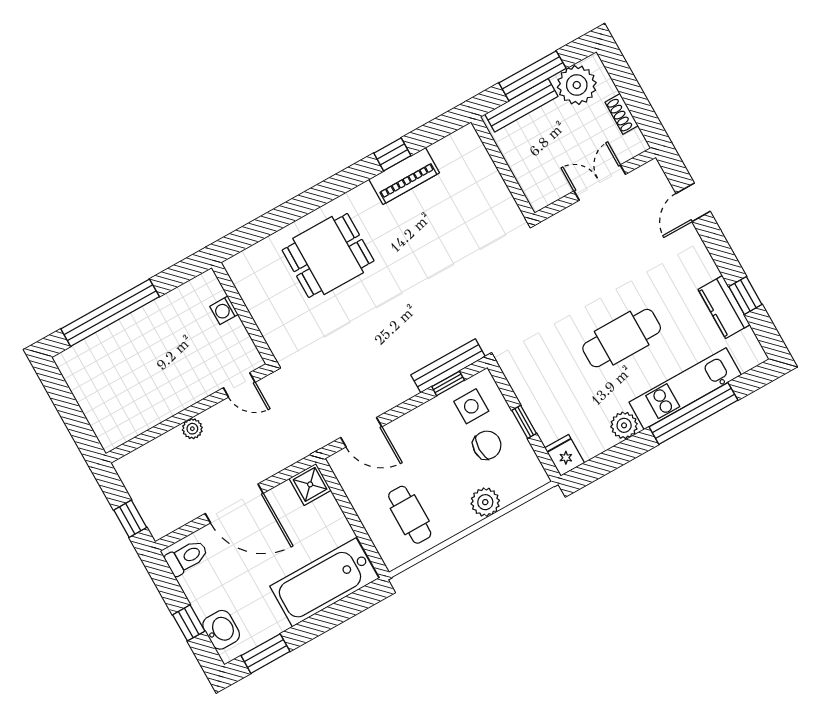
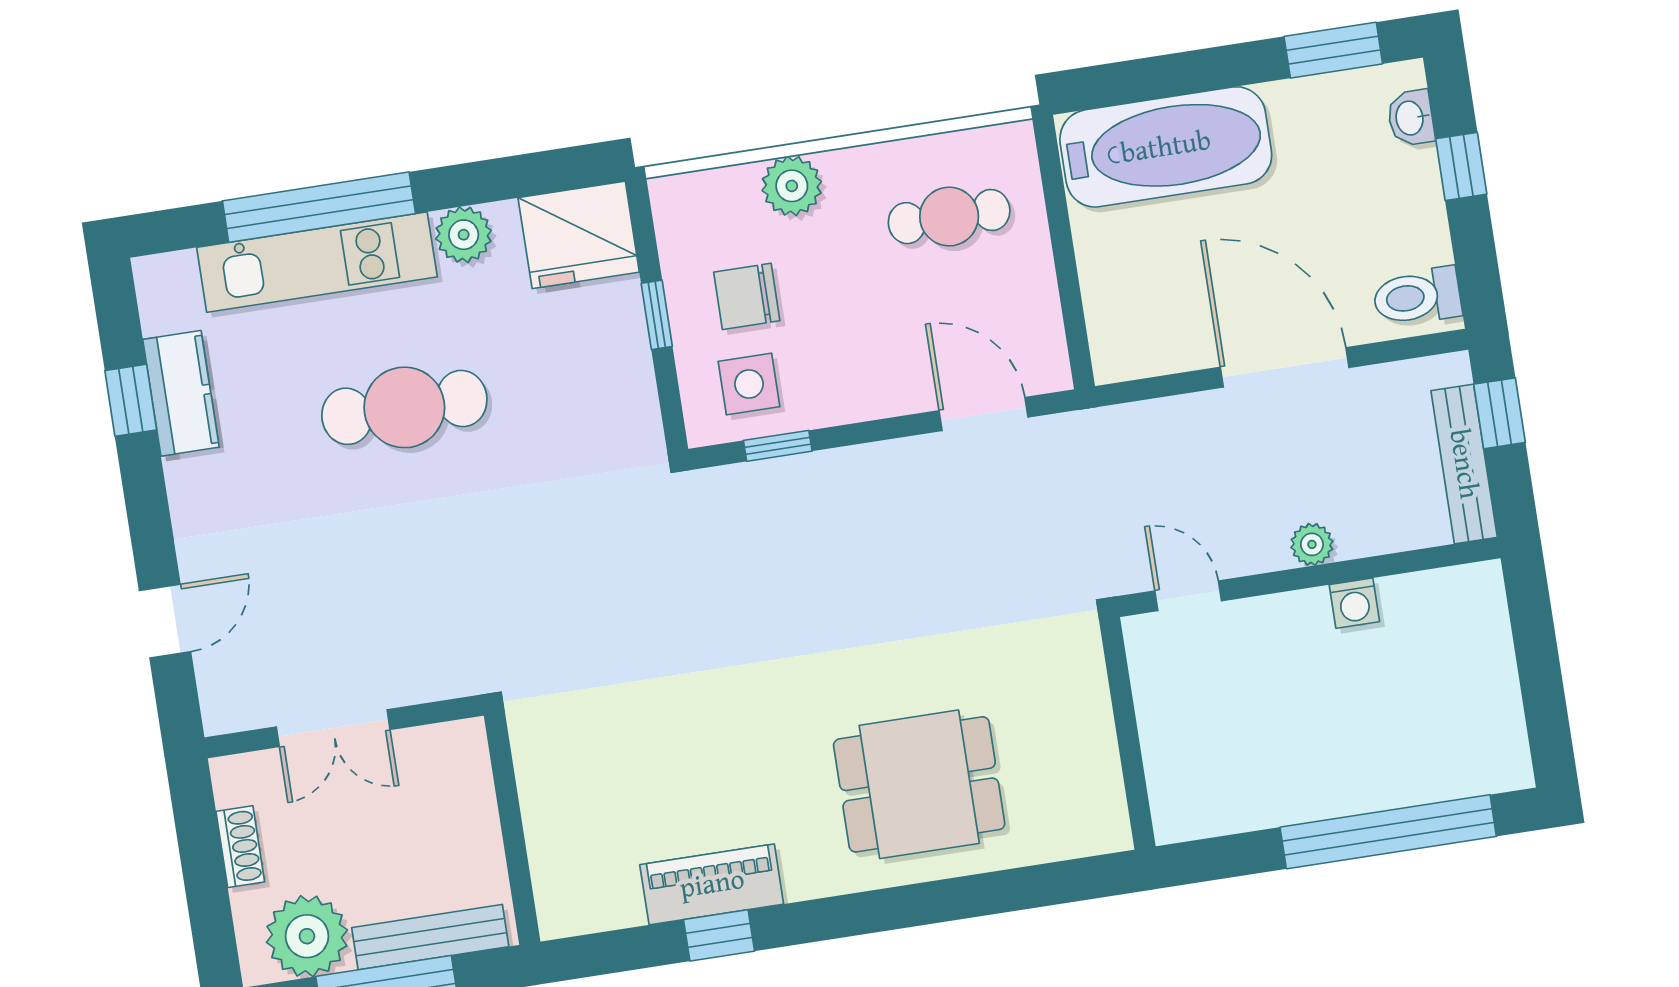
washing machine: (224, 310) -> (1354, 603), moved, turned 90
bench: (448, 366) -> (1464, 464), moved, turned 90
fridge: (565, 455) -> (579, 235), width x1.88, depth x1.34
shower: (310, 484) -> (1122, 349), removed
cafe table: (410, 515) -> (949, 217), turned 90
washbasin: (221, 630) -> (1411, 118), width x0.72, depth x0.69

